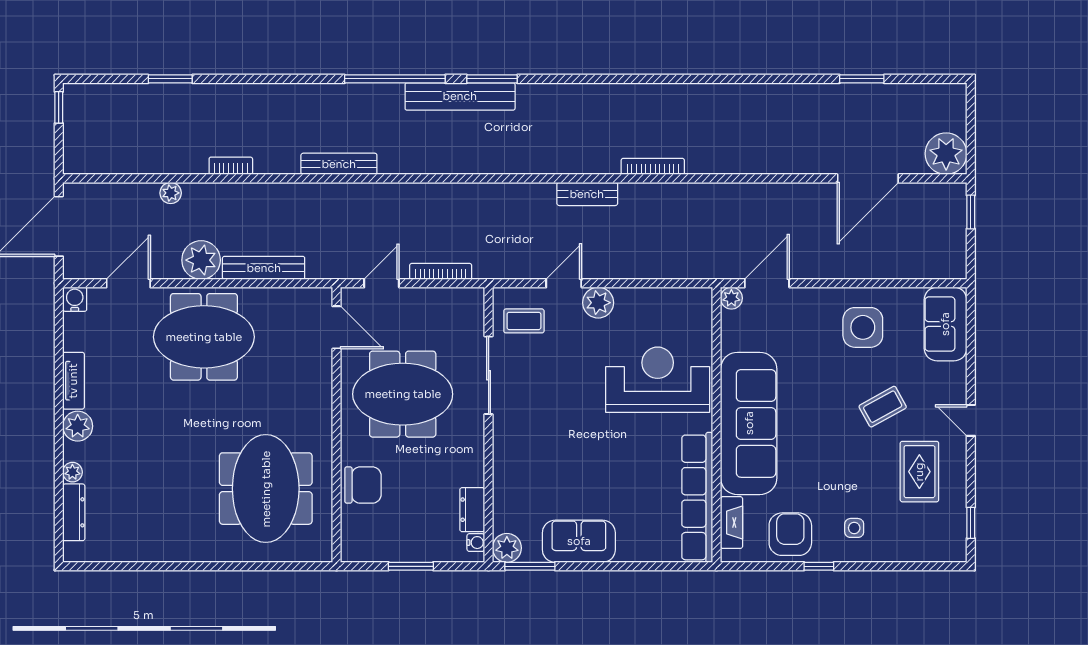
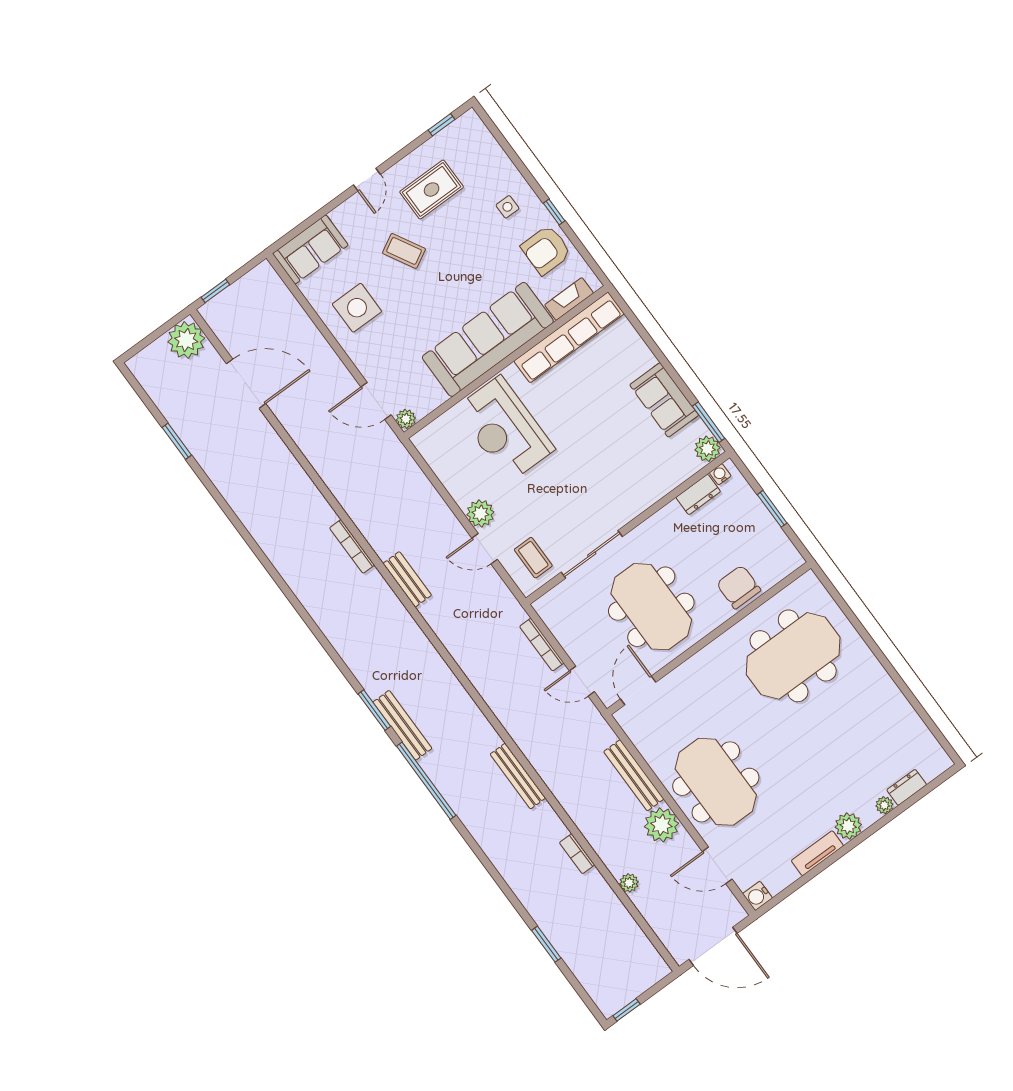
bench: (460, 96) -> (402, 725), width x0.73, depth x0.82
dresser: (74, 512) -> (907, 787), width x0.70

